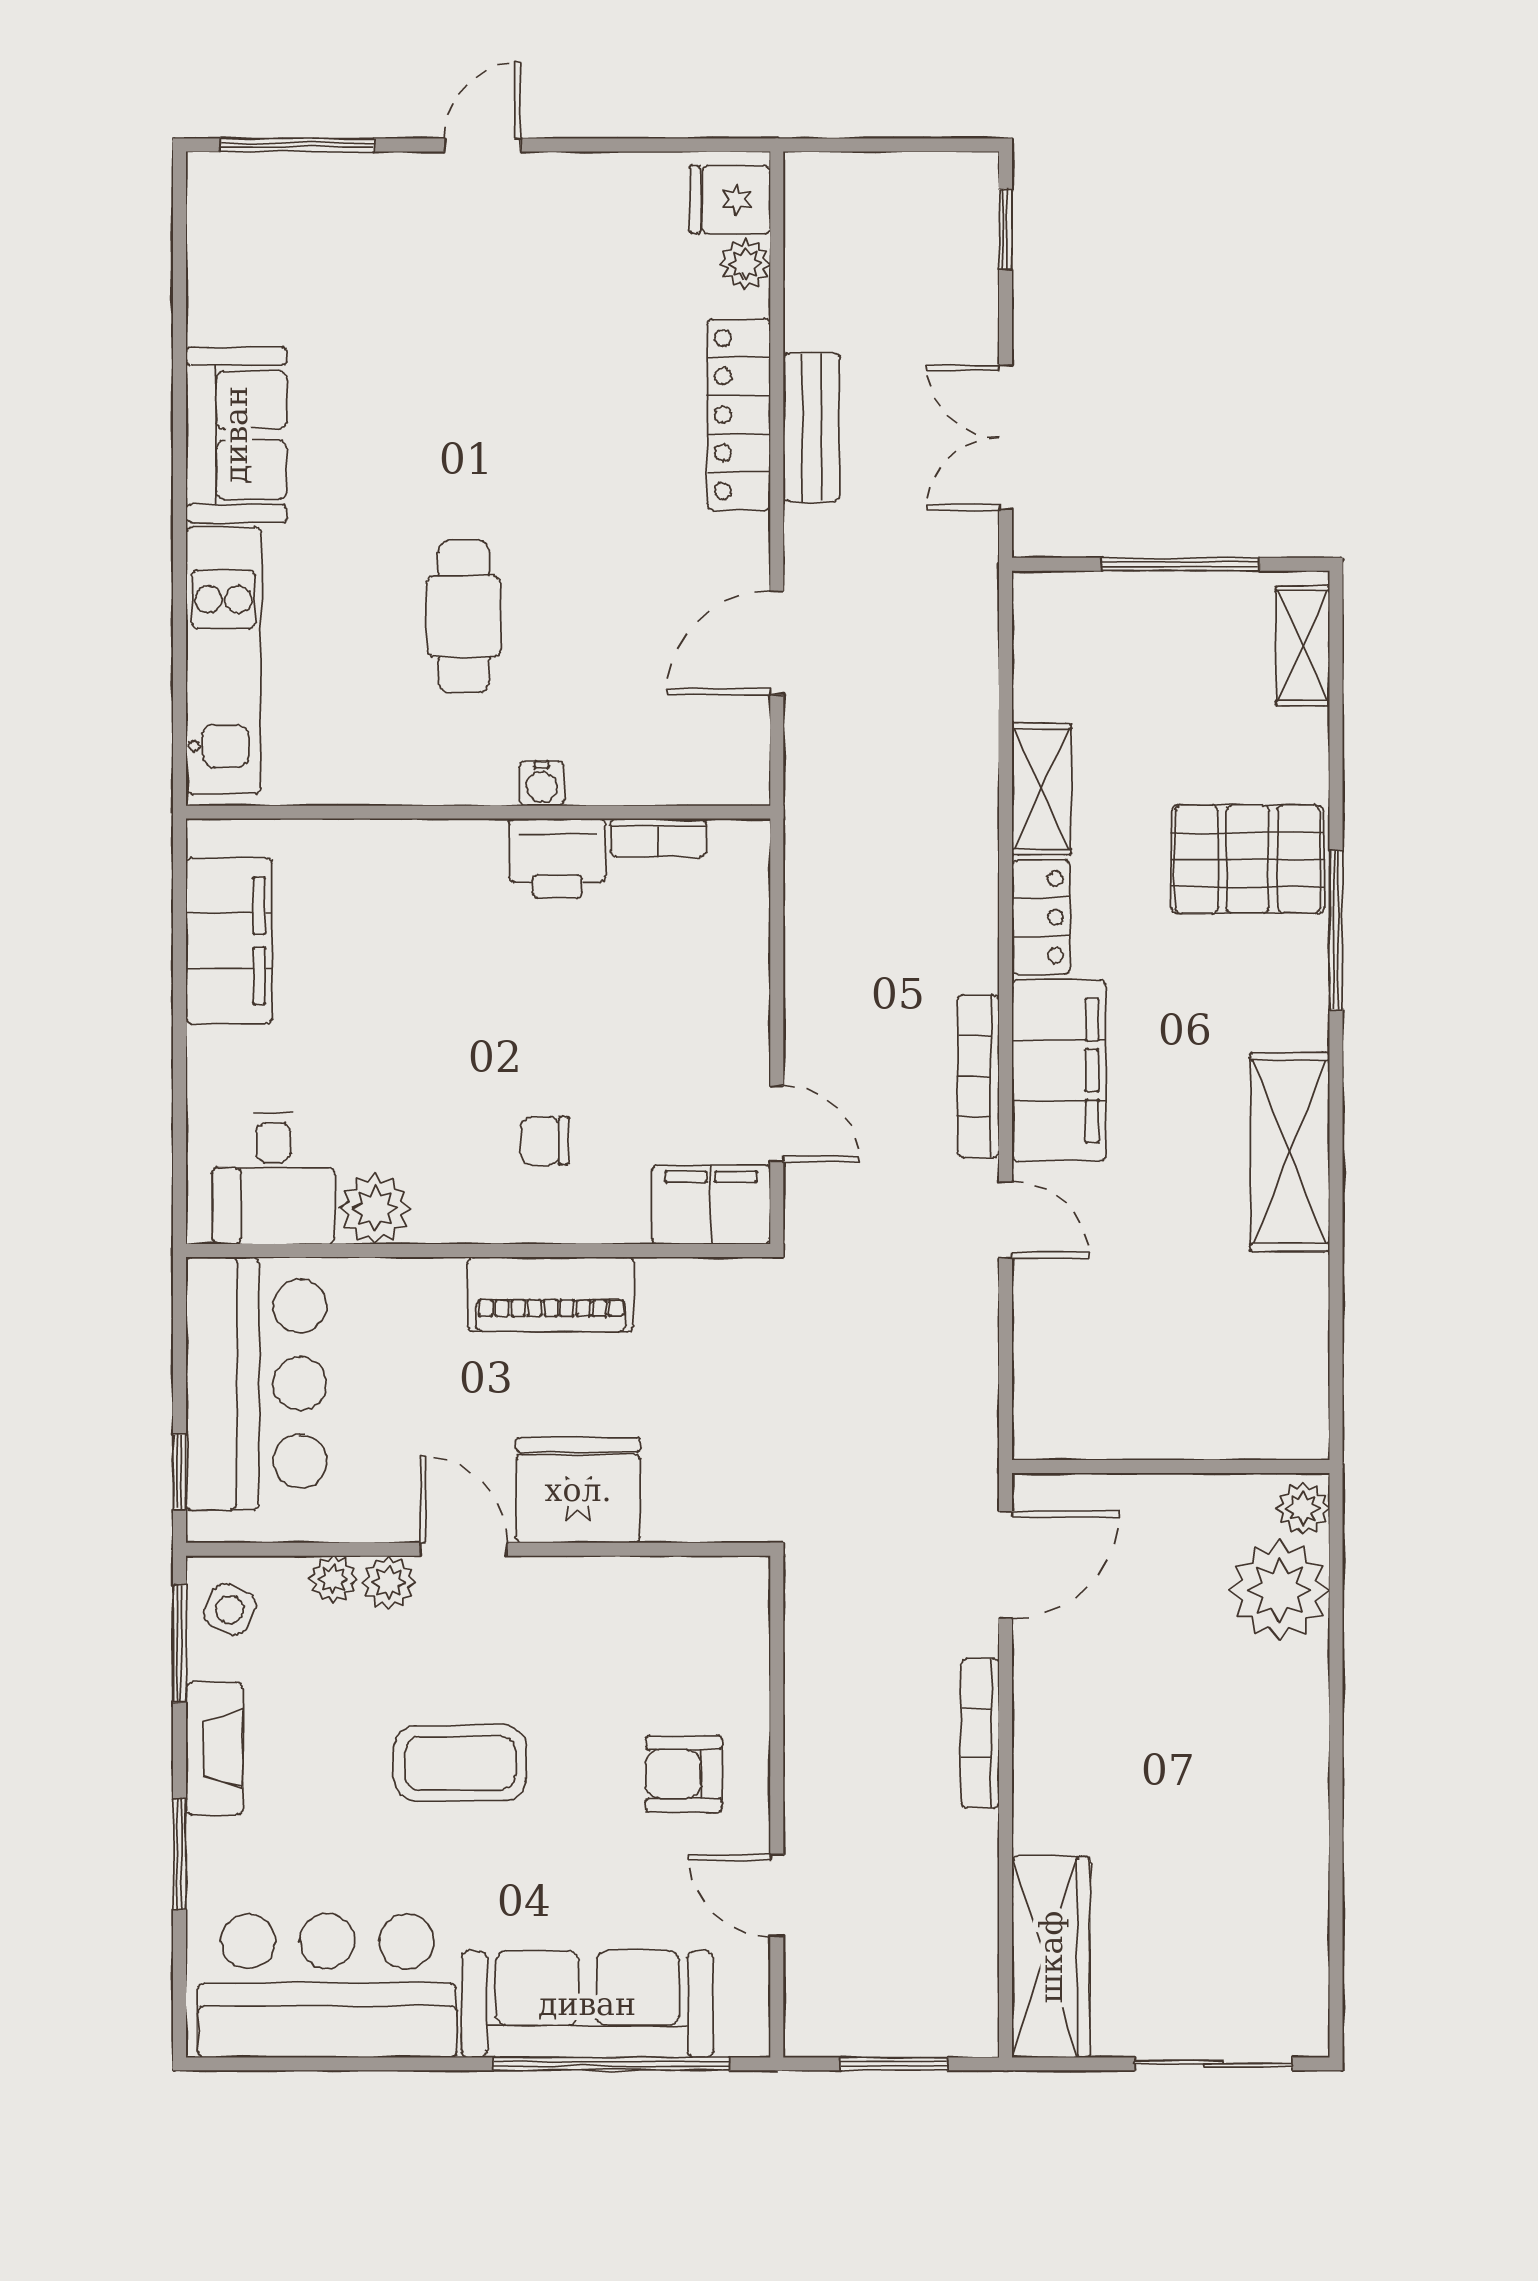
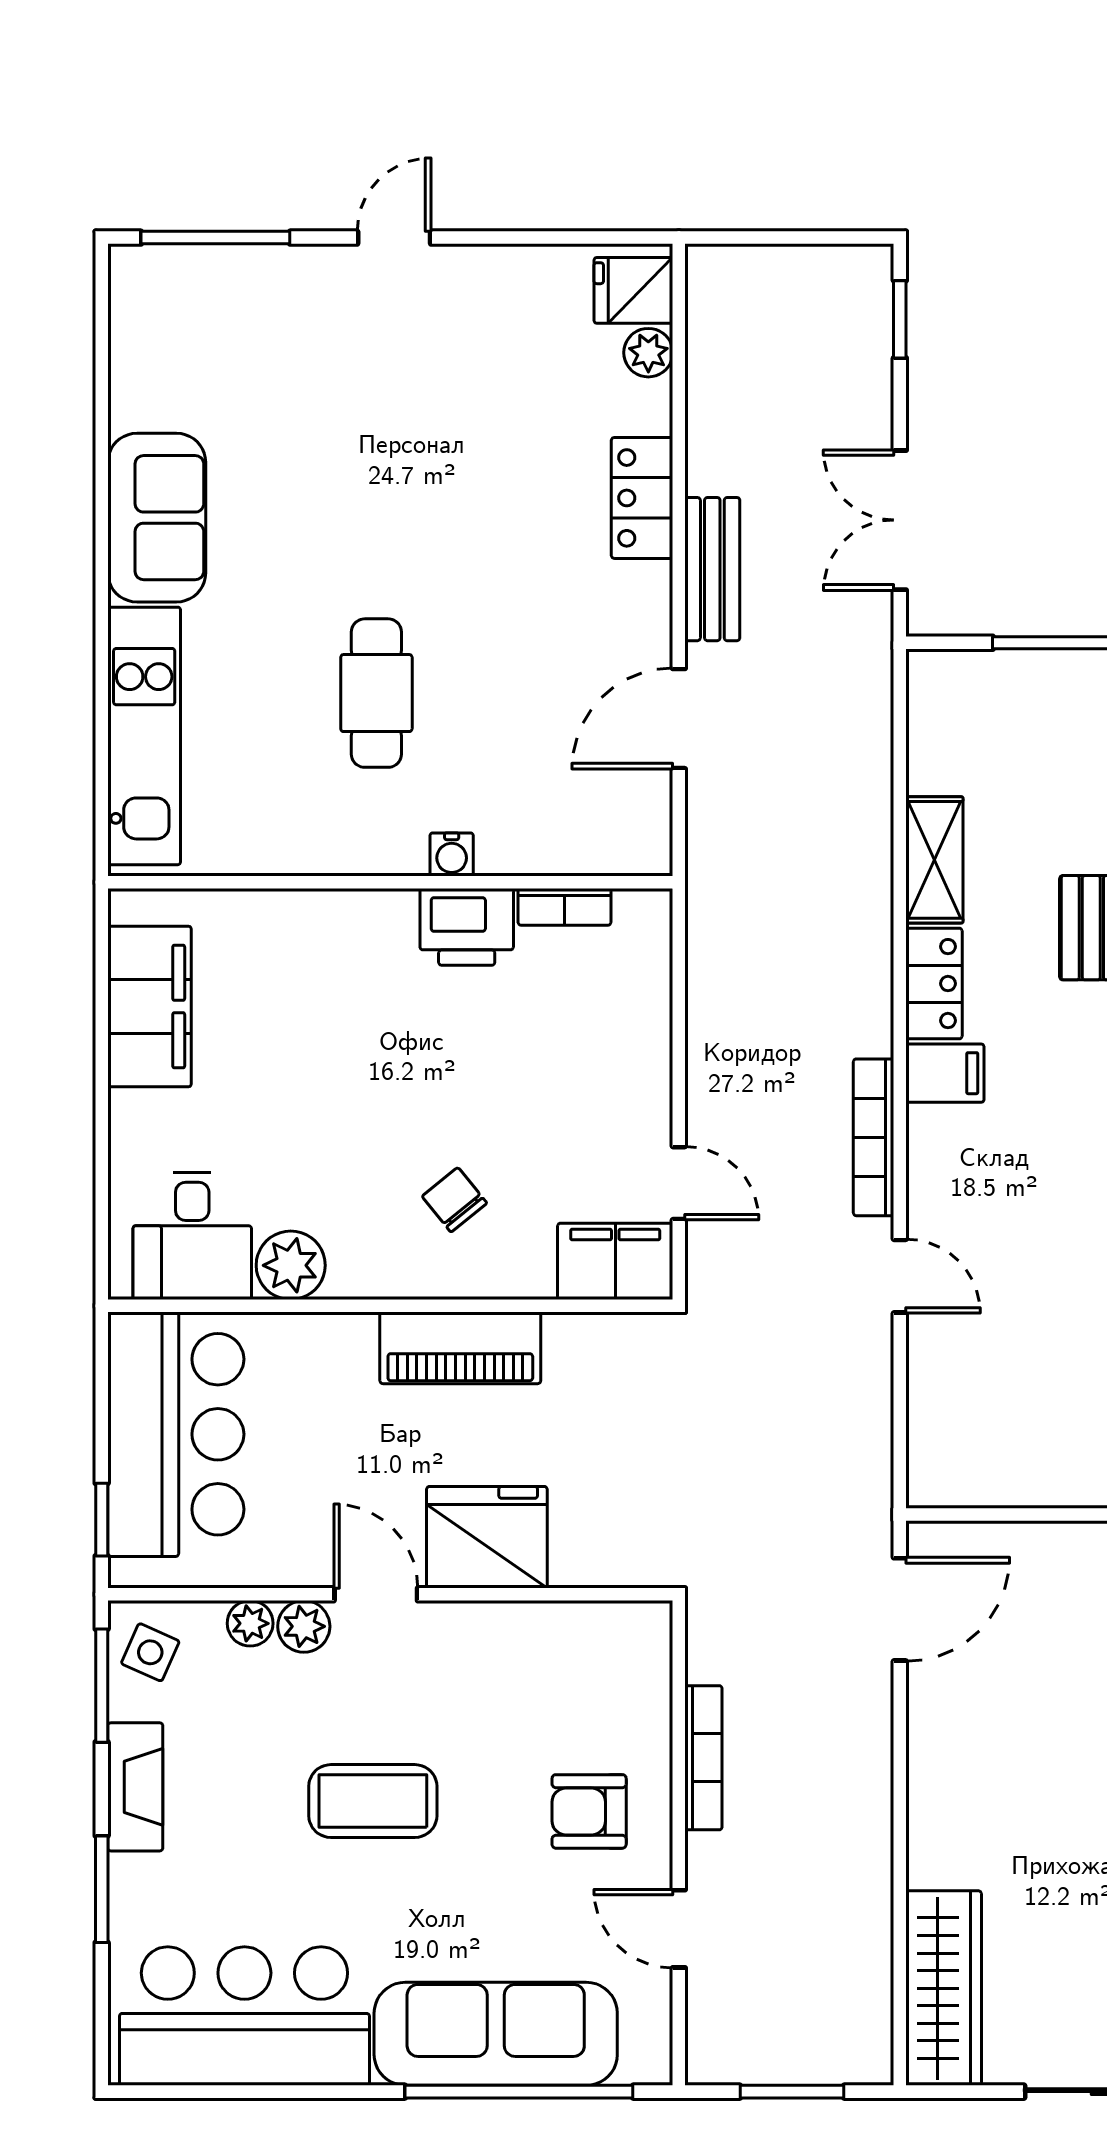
locker: (739, 414) -> (642, 498), width x0.66
bench: (812, 427) -> (712, 569), moved
filing cabinet: (1059, 1070) -> (945, 1073), width x0.33, depth x0.86
chair: (545, 1141) -> (454, 1200), turned 51
bookcase: (980, 1733) -> (703, 1758), moved, turned 180

